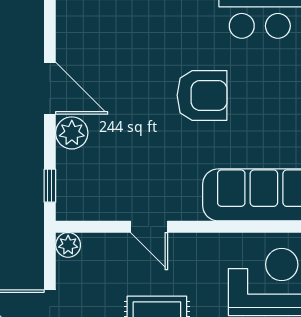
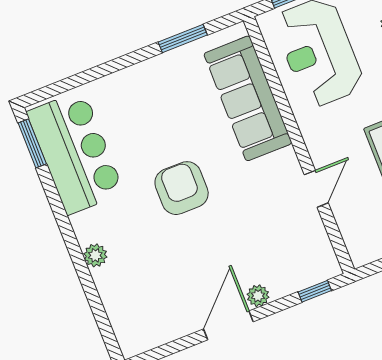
plant: (72, 133) -> (258, 296), width x0.73, depth x0.73
plant: (68, 245) -> (361, 254), removed

